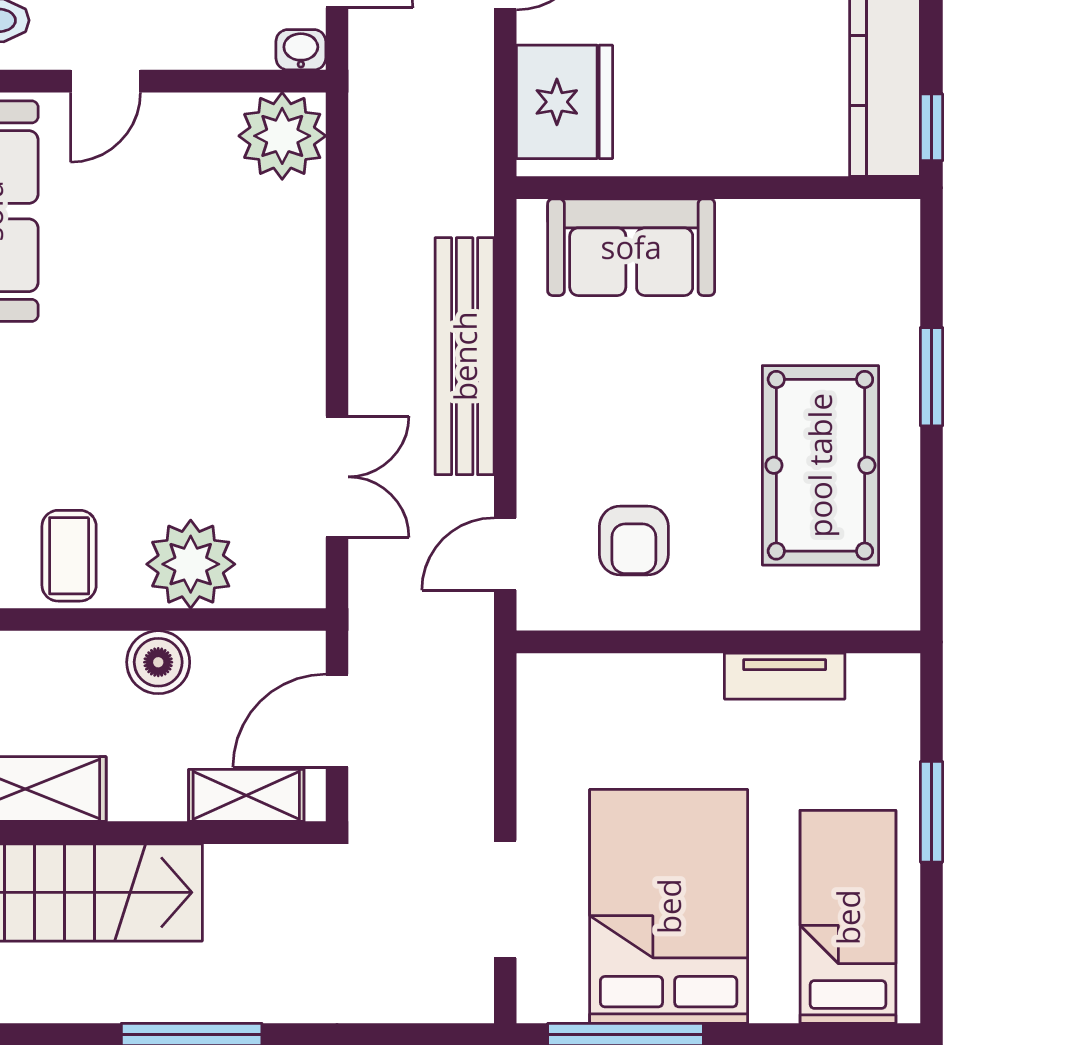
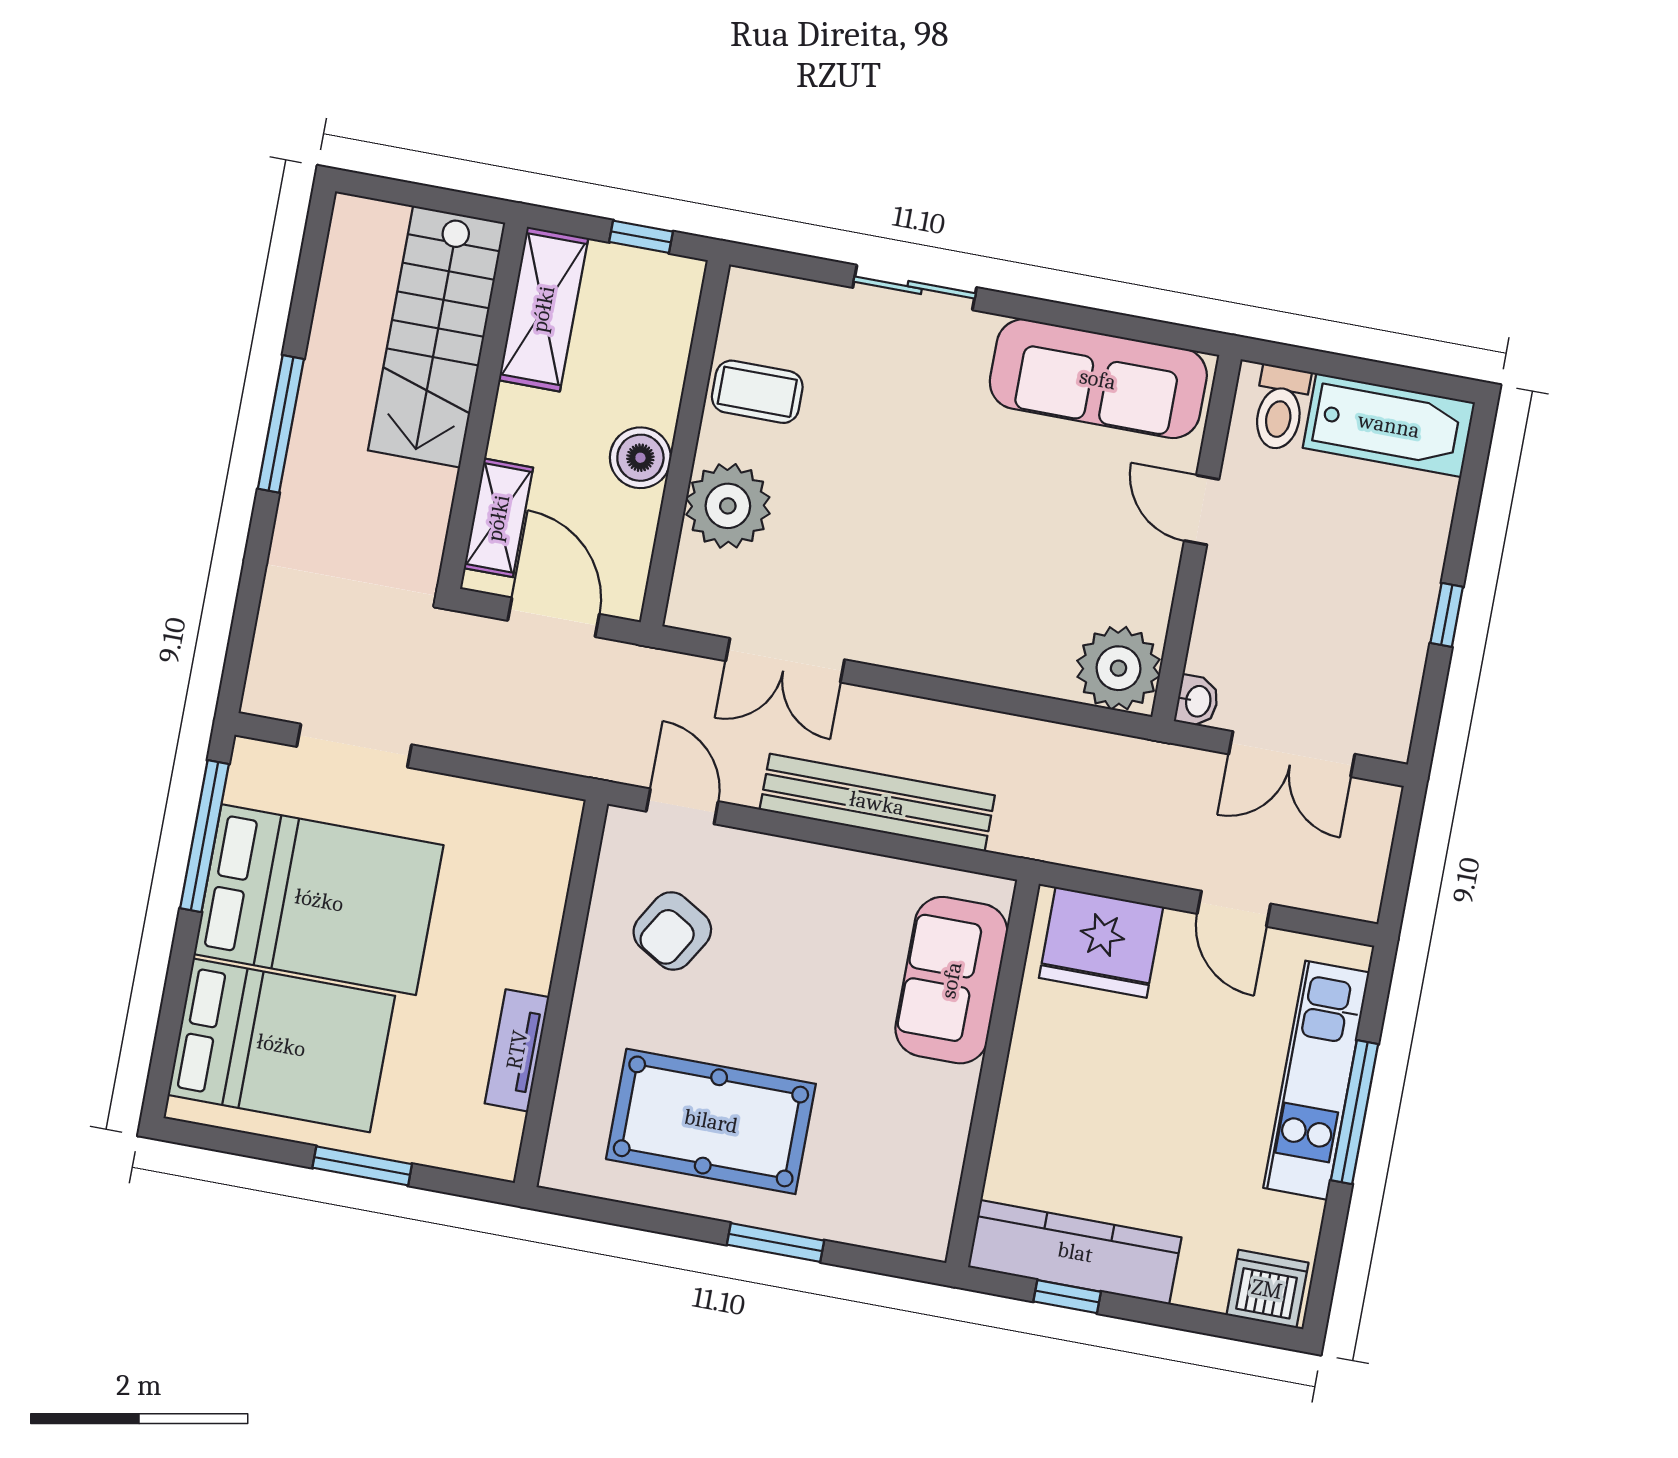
window: (931, 127) -> (1067, 1297), moved
armchair: (634, 540) -> (672, 931), turned -59
bed: (848, 917) -> (281, 1045), width x1.50

